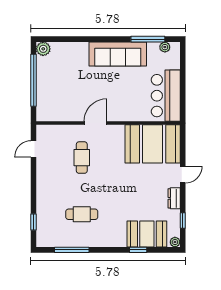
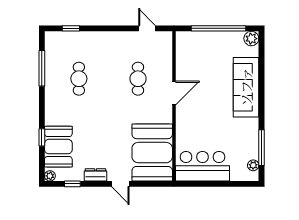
sofa: (118, 54) -> (246, 87), moved
door: (95, 123) -> (174, 93), hinge flipped
cafe table: (82, 158) -> (138, 79), turned 90

